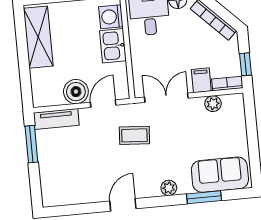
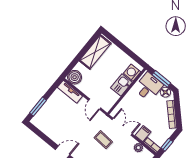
boiler: (76, 92) -> (75, 77), moved
door: (103, 104) -> (95, 104), swing flipped
coffee table: (134, 135) -> (103, 140), moved
window: (31, 144) -> (38, 107), moved

